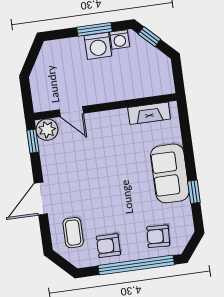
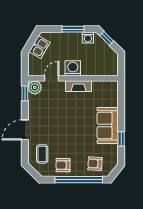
washing machine: (98, 46) -> (73, 68), moved, turned 180
kitchen sink: (45, 65) -> (39, 47), added
door: (71, 111) -> (52, 78), swing flipped
fireplace: (149, 113) -> (78, 86), moved

